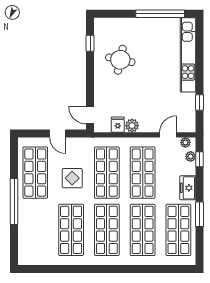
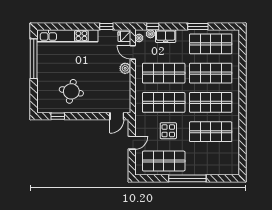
fridge: (118, 125) -> (124, 36), moved
plant: (132, 126) -> (125, 68), moved
freezer: (188, 188) -> (166, 36), moved

